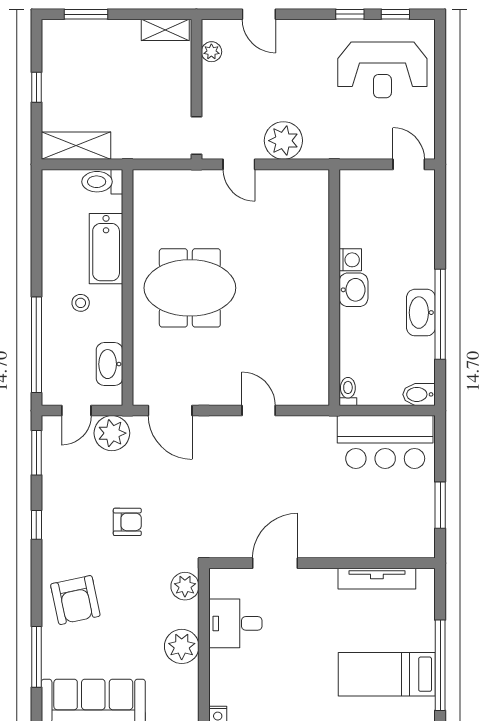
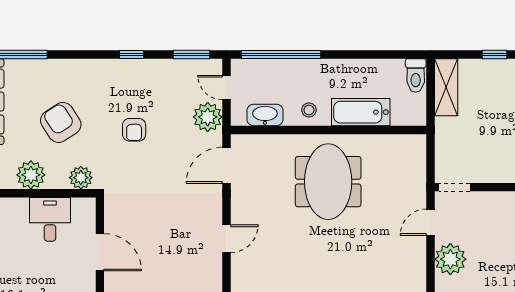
toilet: (102, 182) -> (416, 75), moved, turned 180
stool: (81, 303) -> (309, 110), moved
armchair: (75, 600) -> (61, 122), moved, turned 69

